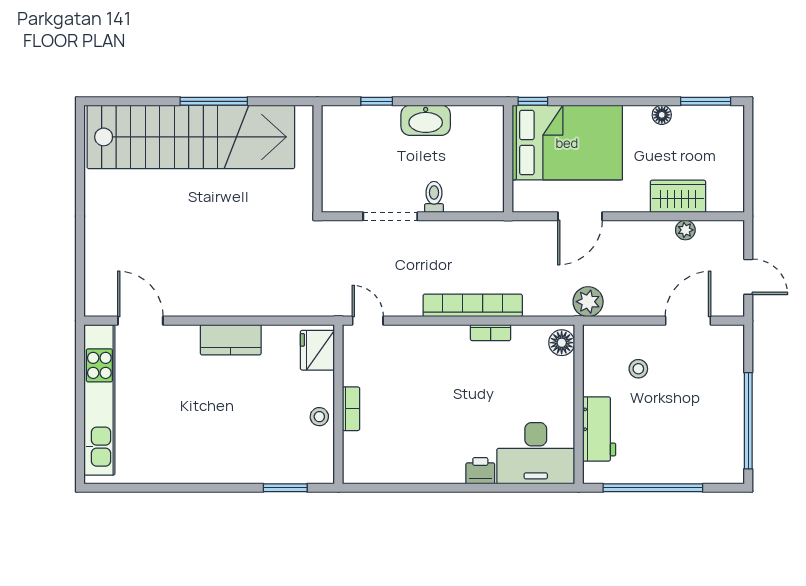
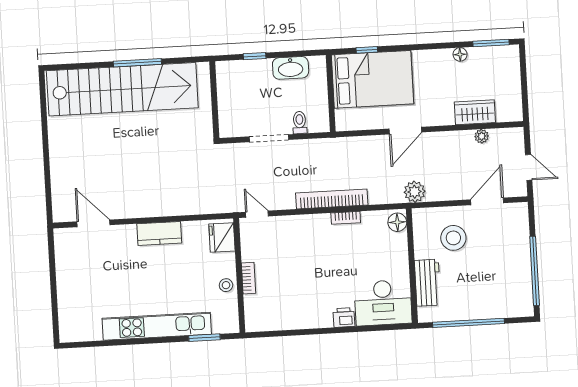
bed: (567, 143) -> (373, 79), moved
wall: (508, 159) -> (331, 93), moved
stool: (638, 369) -> (453, 238), width x1.89, depth x1.89
kitchen unit: (99, 400) -> (157, 326), moved, turned -90

